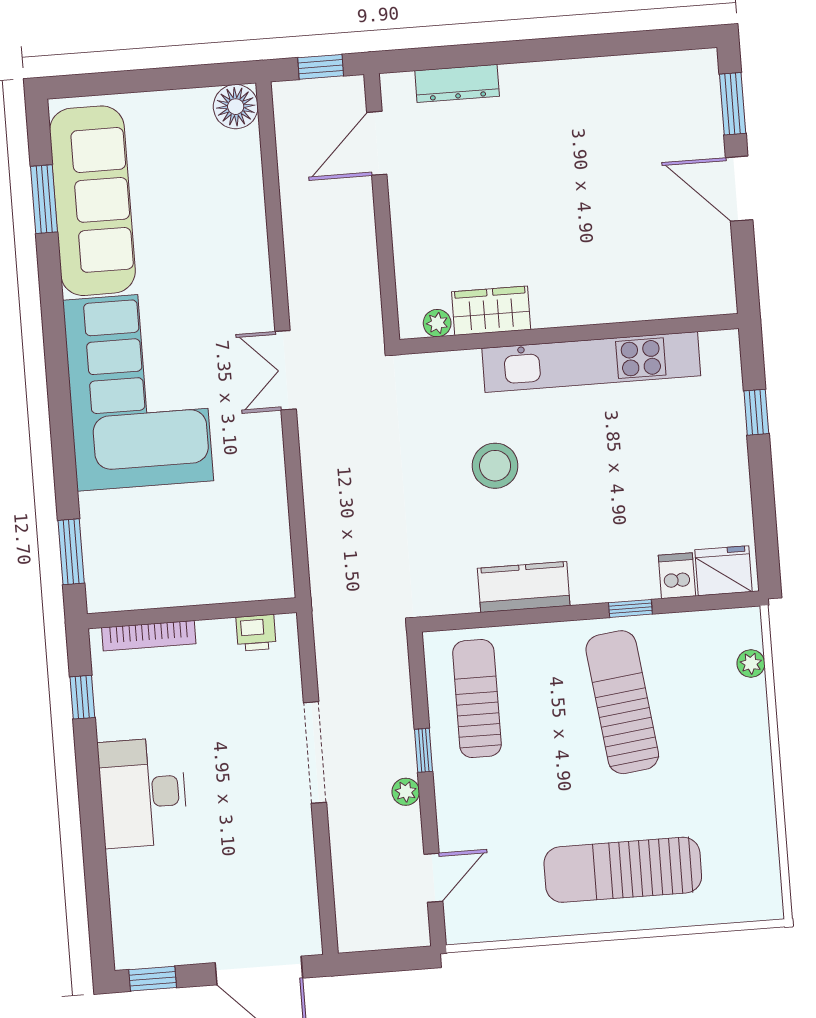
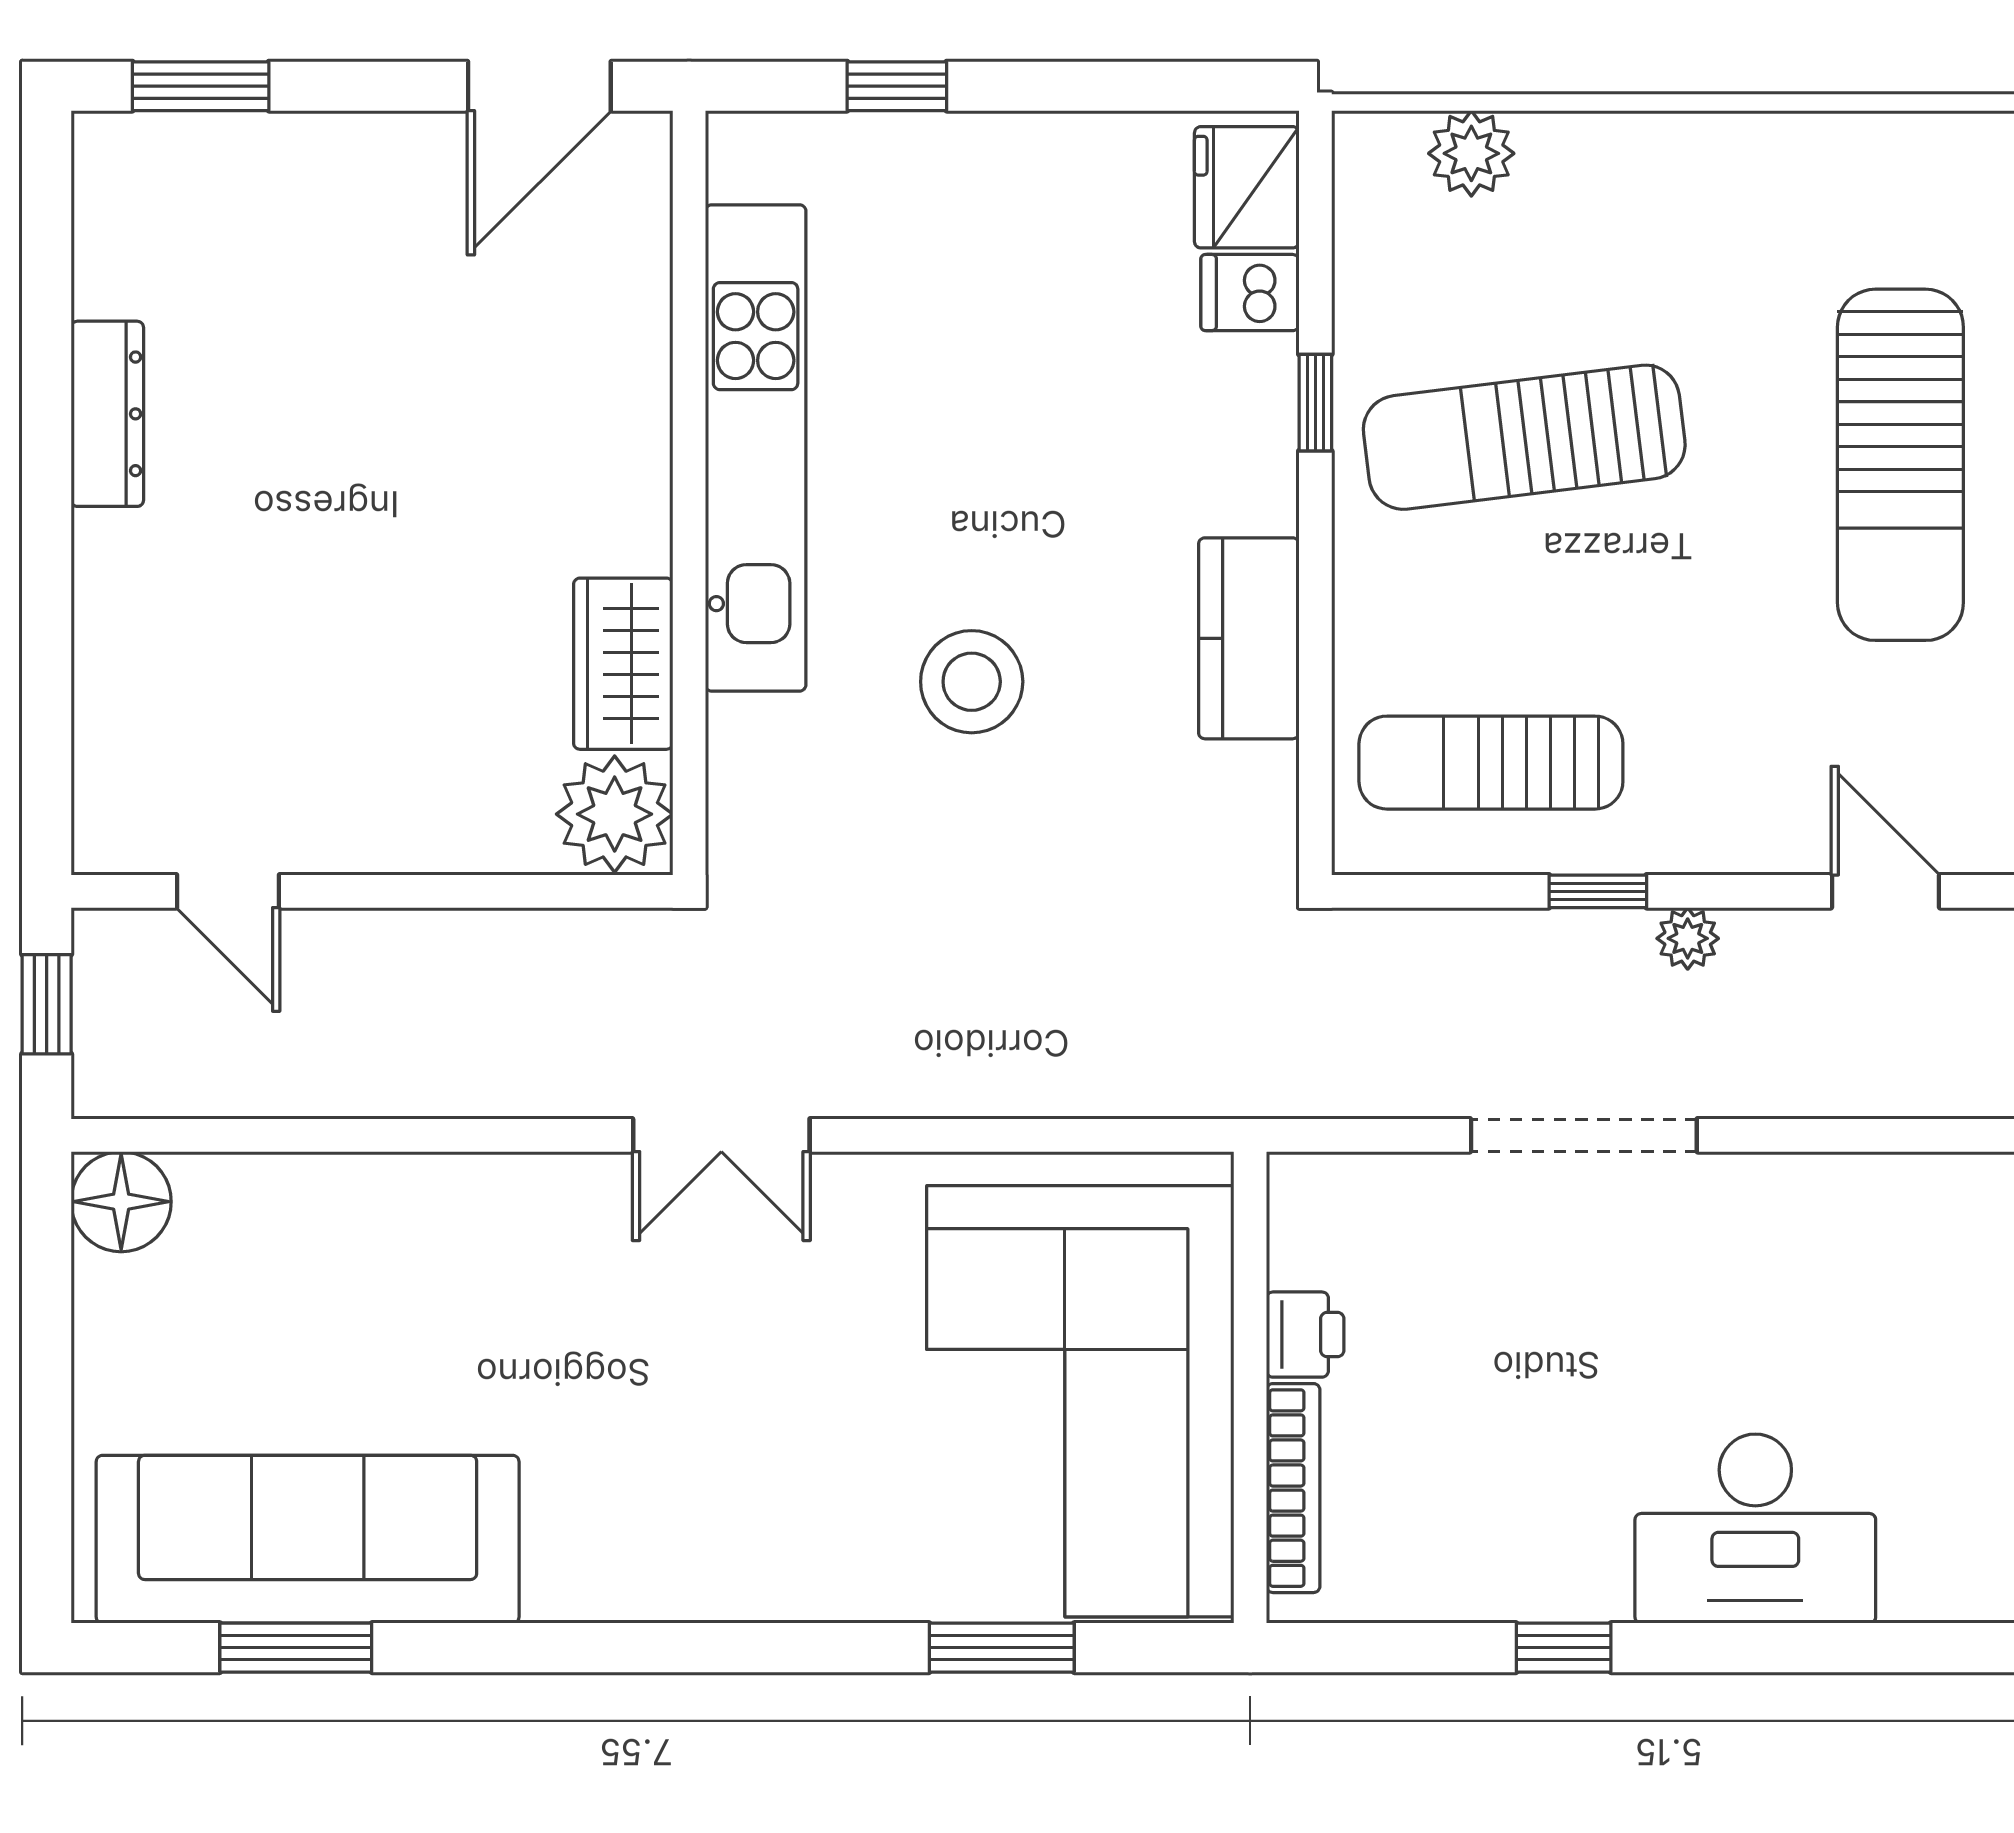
dresser: (457, 83) -> (107, 414), moved
door: (377, 143) -> (228, 891), width x0.73
door: (739, 189) -> (539, 86), moved
plant: (437, 323) -> (615, 814), width x1.88, depth x1.88
corner sofa: (138, 390) -> (1080, 1401), moved, turned -90
window: (71, 552) -> (1002, 1648), moved
printer: (256, 633) -> (1305, 1335), moved
plant: (751, 663) -> (1471, 153), width x1.38, depth x1.38
window: (82, 697) -> (1564, 1648), moved
desk: (143, 793) -> (1755, 1529), moved

